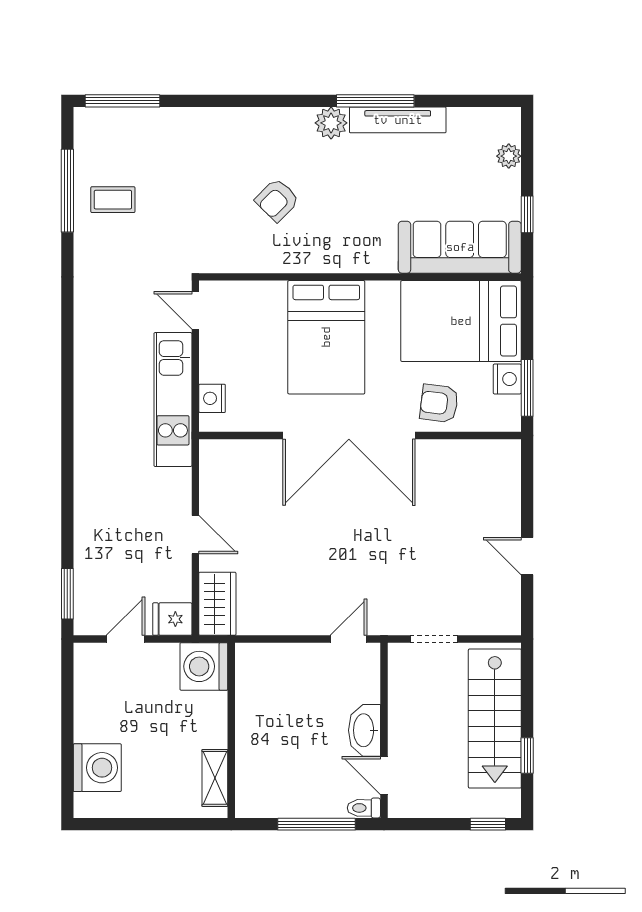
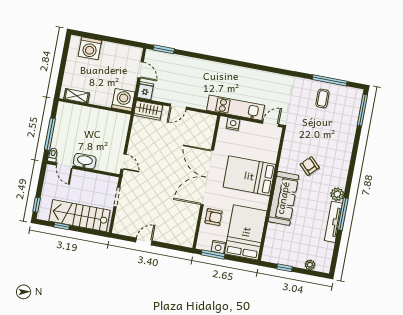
sofa: (460, 247) -> (283, 198), moved
armchair: (439, 403) -> (214, 217), turned 83
door: (384, 775) -> (65, 166), swing flipped

